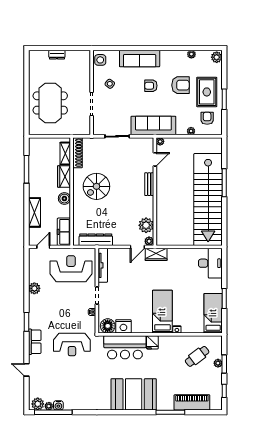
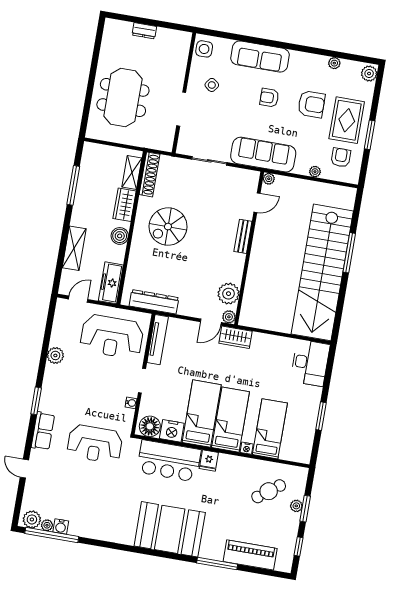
reception desk: (71, 269) -> (112, 337), turned 180
bed: (142, 311) -> (202, 414), added
bed: (213, 313) -> (270, 429), moved

